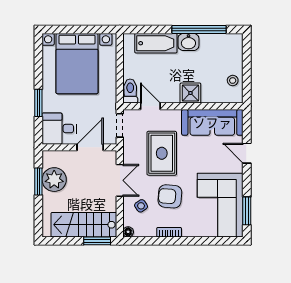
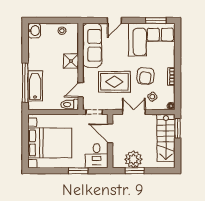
window: (199, 29) -> (25, 83), moved
washbasin: (188, 42) -> (34, 31), moved

